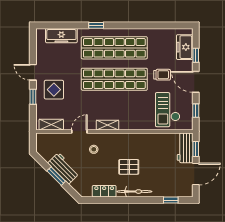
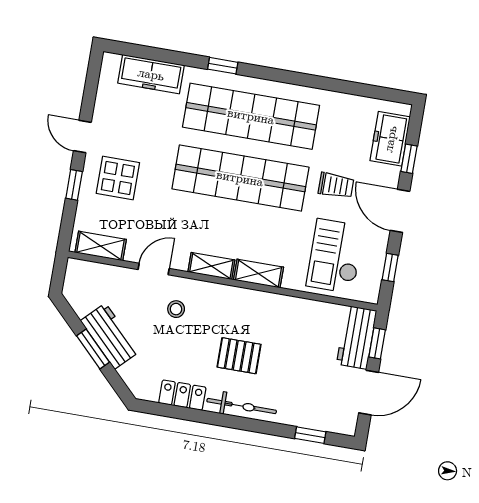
shelving: (131, 125) -> (259, 274), added

